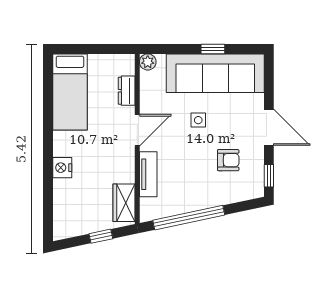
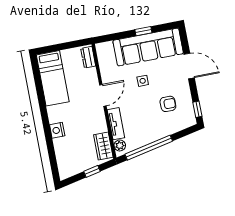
plant: (148, 62) -> (120, 145), moved
dresser: (127, 91) -> (88, 57), moved
door: (269, 127) -> (189, 66), moved

